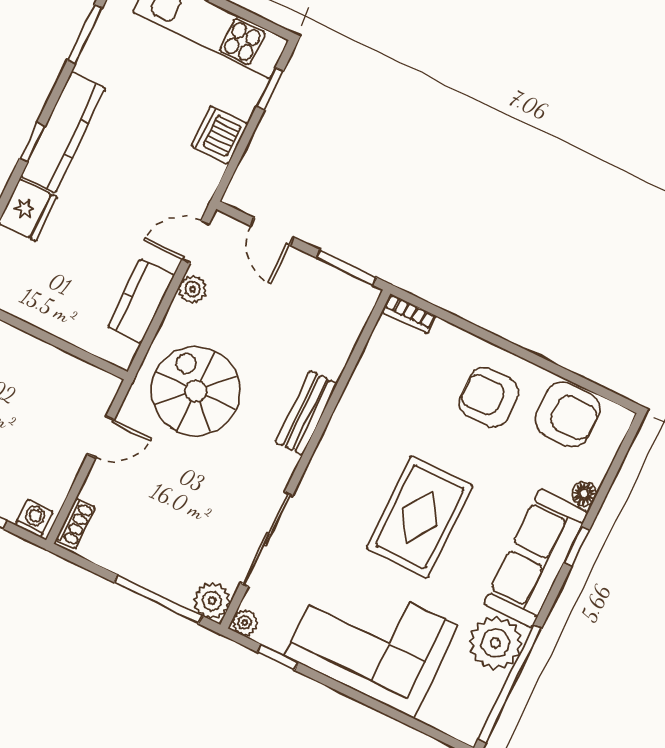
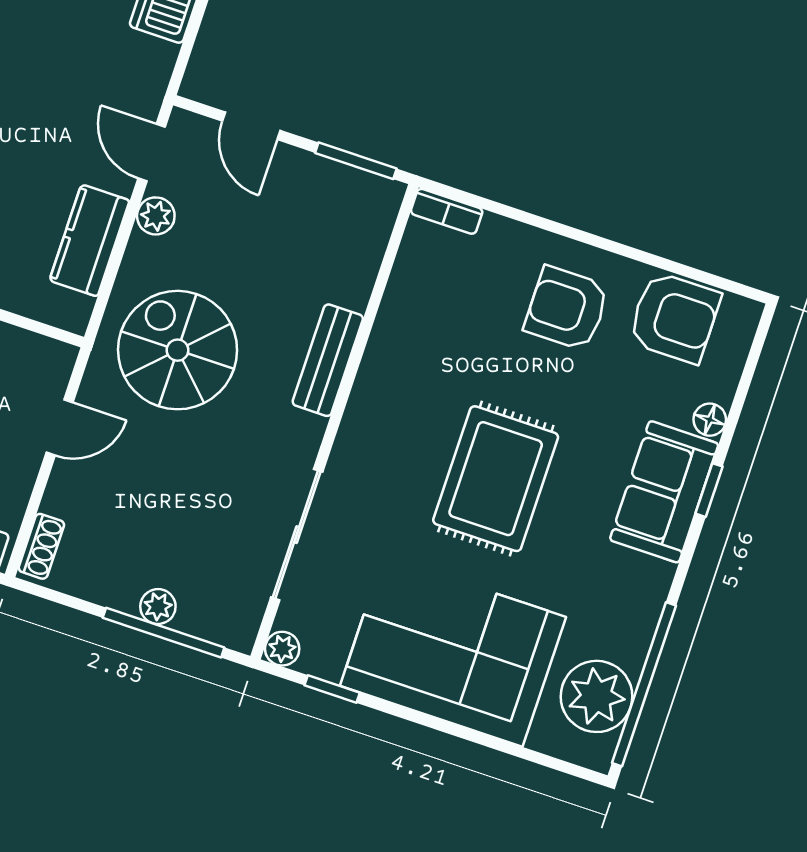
door: (196, 242) -> (152, 153), hinge flipped
sofa: (536, 558) -> (664, 492), width x0.73
plant: (212, 601) -> (158, 607), moved, width x0.73, depth x0.73
plant: (495, 643) -> (597, 696), moved

